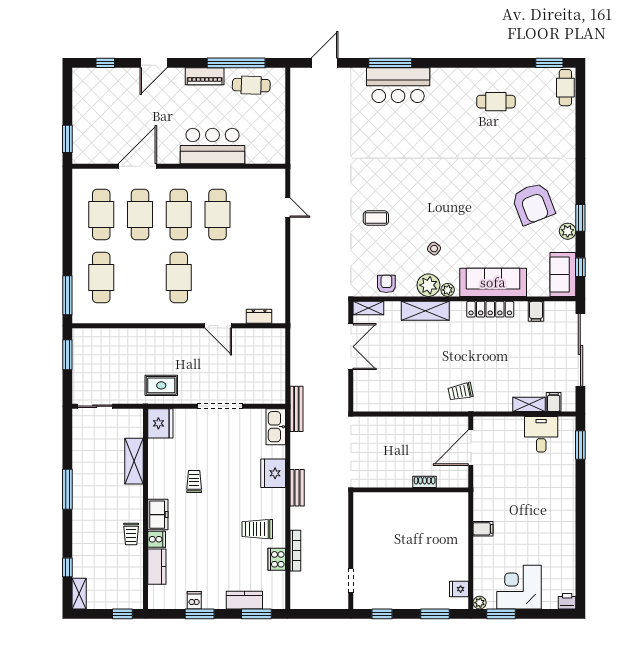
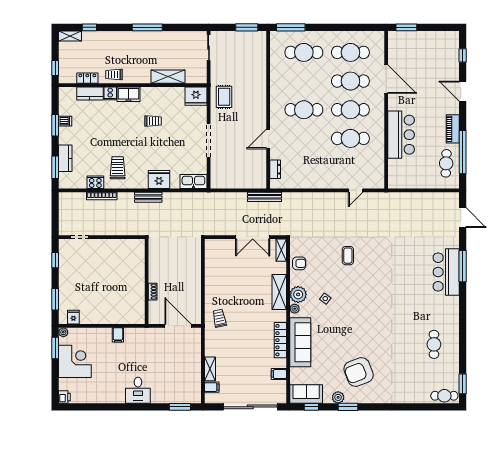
bench: (296, 409) -> (265, 197), moved
desk: (541, 434) -> (138, 390), moved, turned 90
locker: (136, 570) -> (87, 78), added

